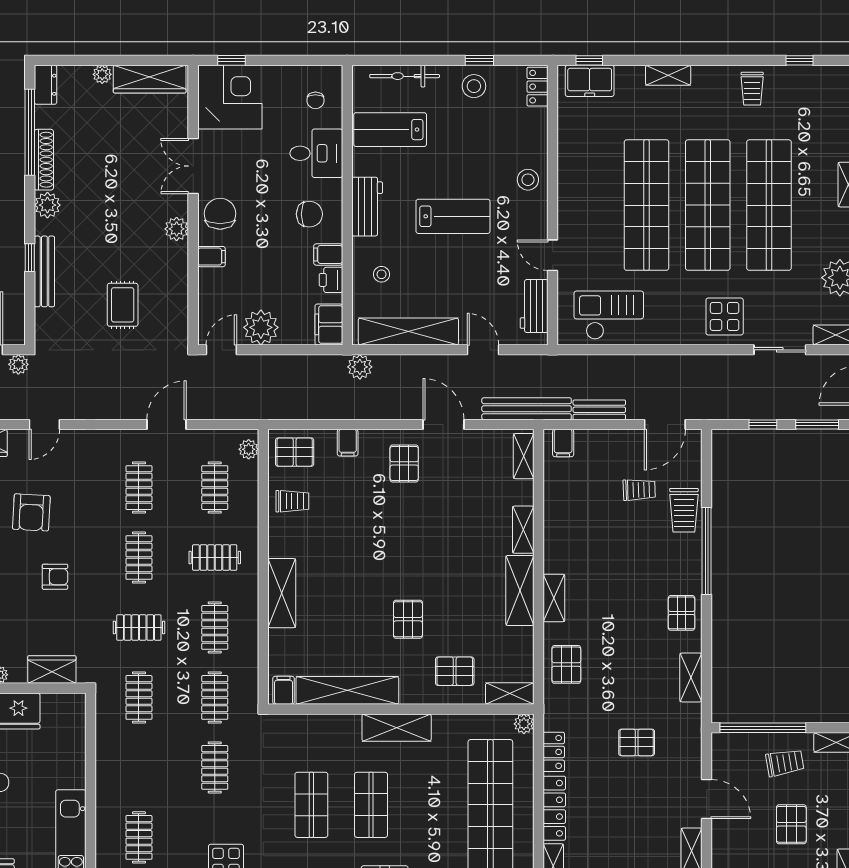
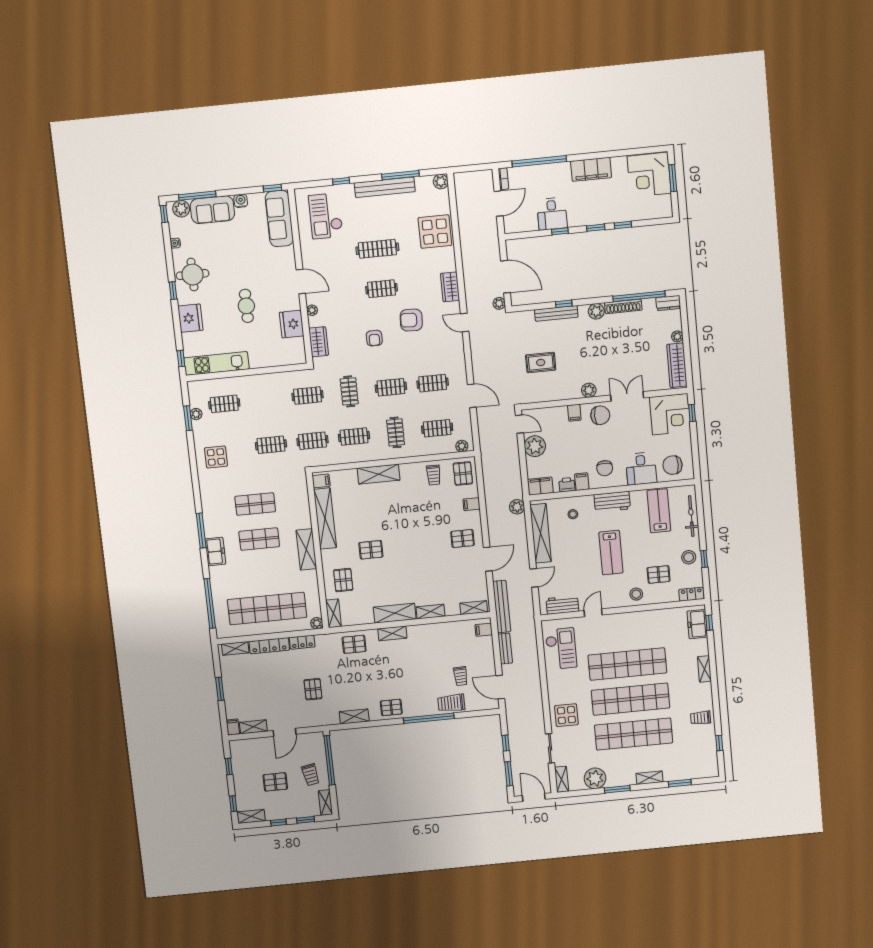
chair: (315, 100) -> (672, 465), width x1.87, depth x1.87
pallet: (498, 139) -> (659, 574), added

